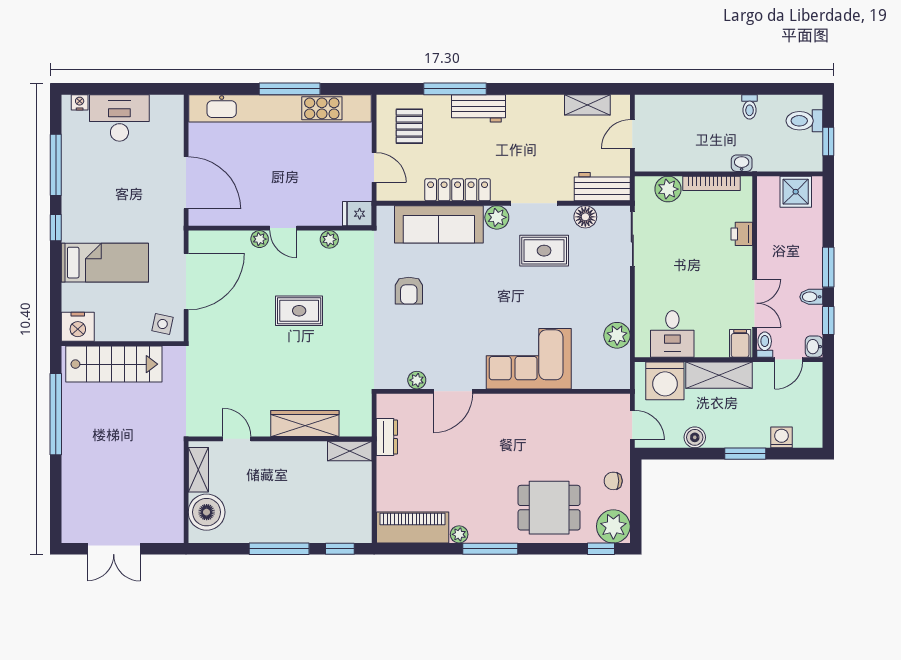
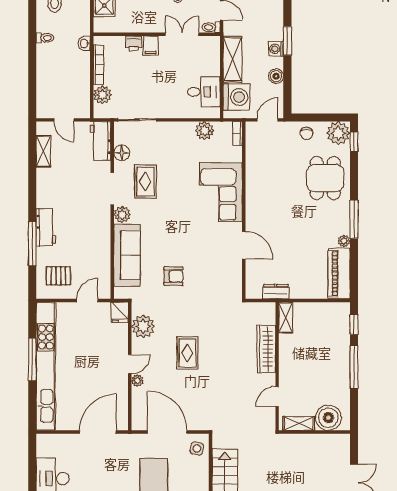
locker: (458, 190) -> (103, 242), removed
plant: (329, 239) -> (143, 326), width x1.87, depth x1.87
filing cabinet: (740, 343) -> (151, 46), moved, turned -90
plant: (417, 380) -> (236, 271), removed
bookcase: (613, 382) -> (237, 133), added
washing machine: (781, 437) -> (276, 49), moved

